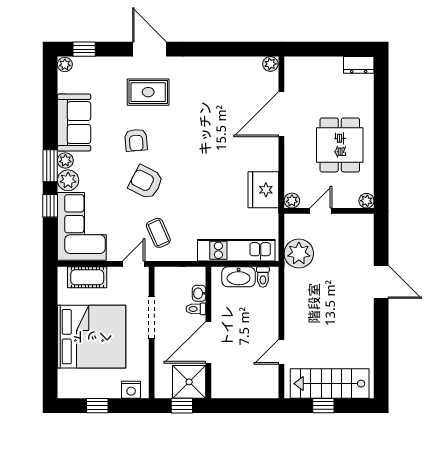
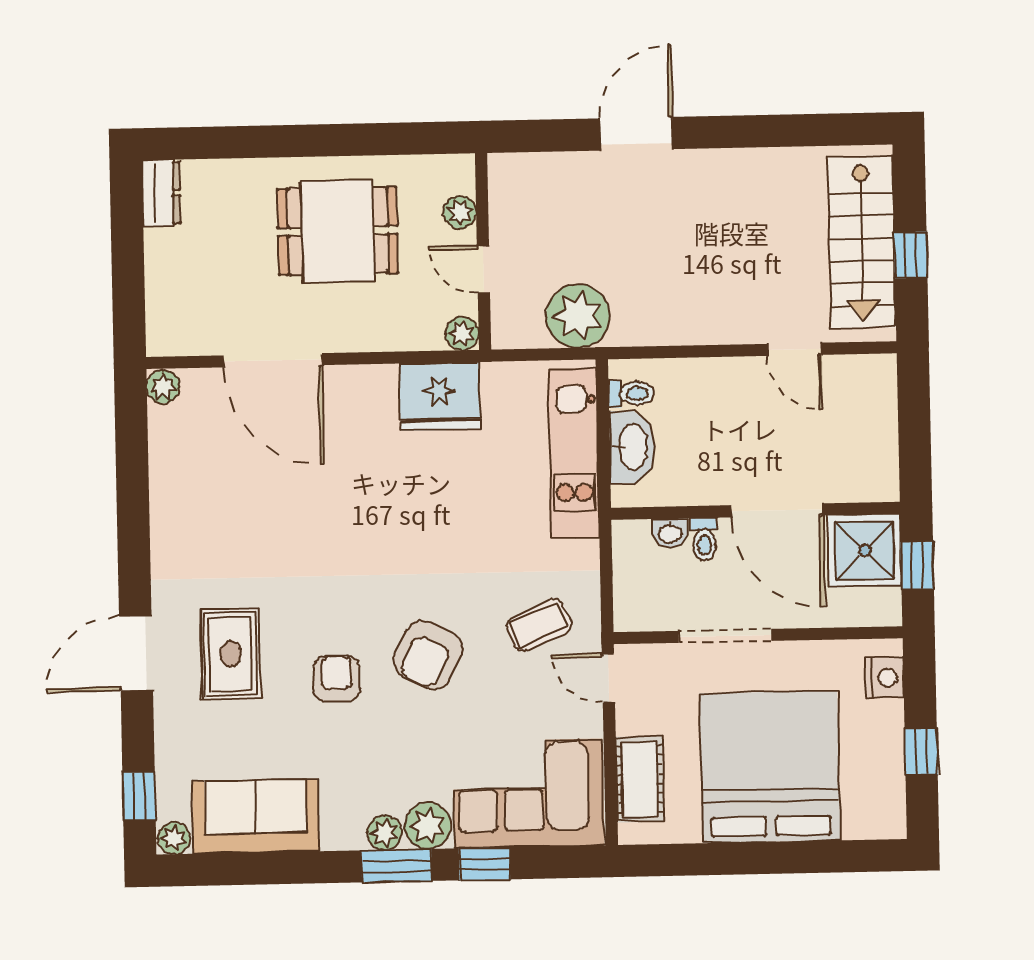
sofa: (74, 123) -> (255, 816), moved
armchair: (136, 140) -> (337, 678), turned -85
plant: (366, 201) -> (460, 212), moved

